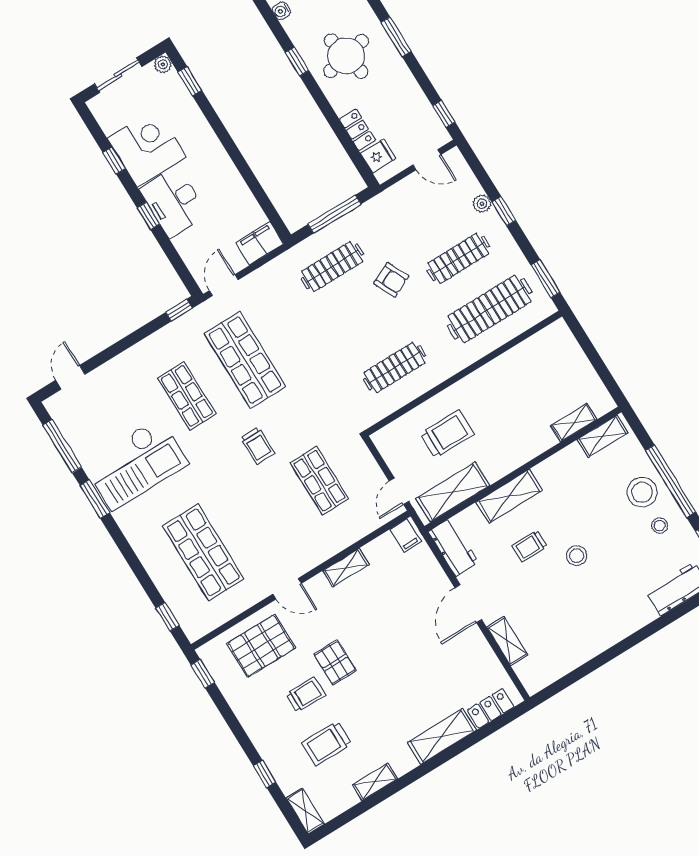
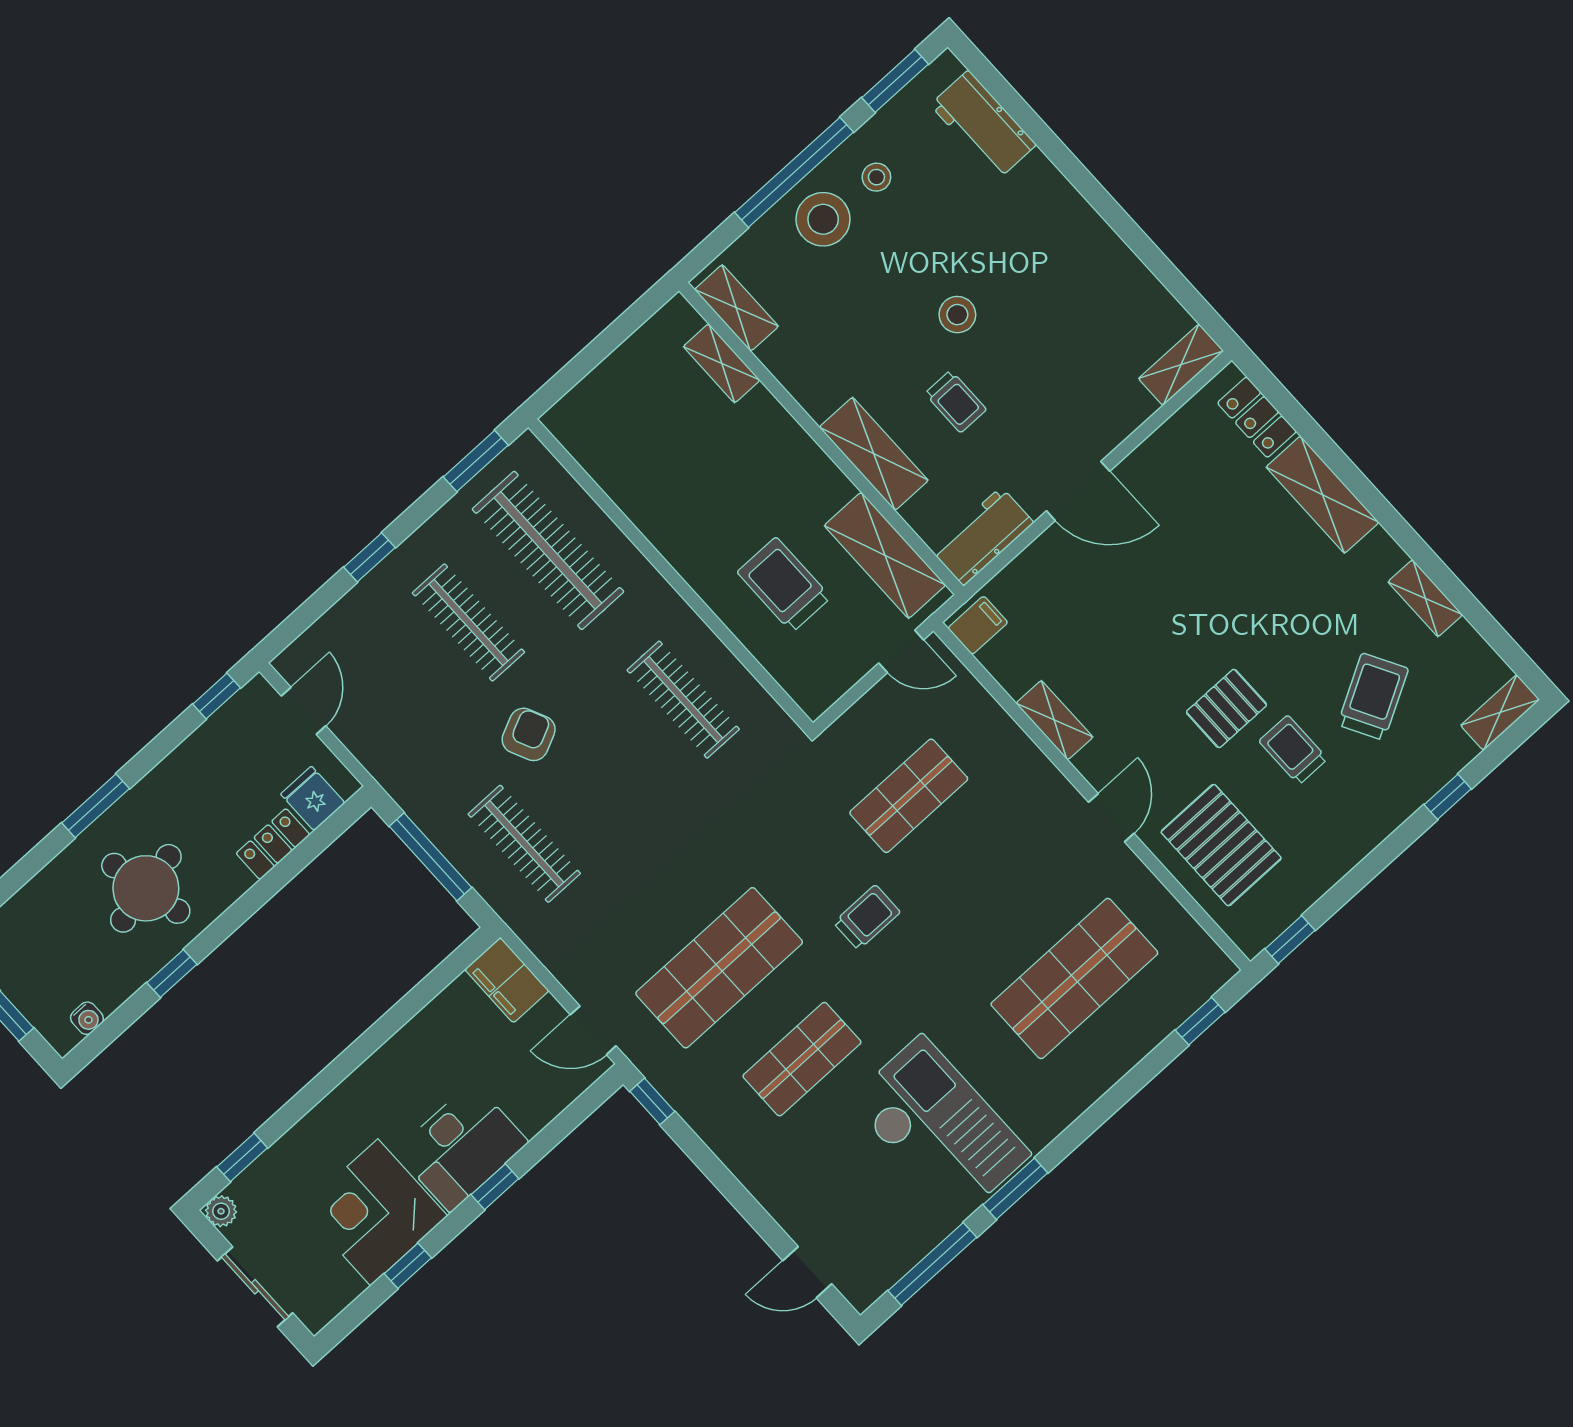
plant: (482, 204) -> (363, 598), removed
shelving: (507, 641) -> (1181, 365), moved
trolley: (327, 743) -> (1373, 697), turned -119

